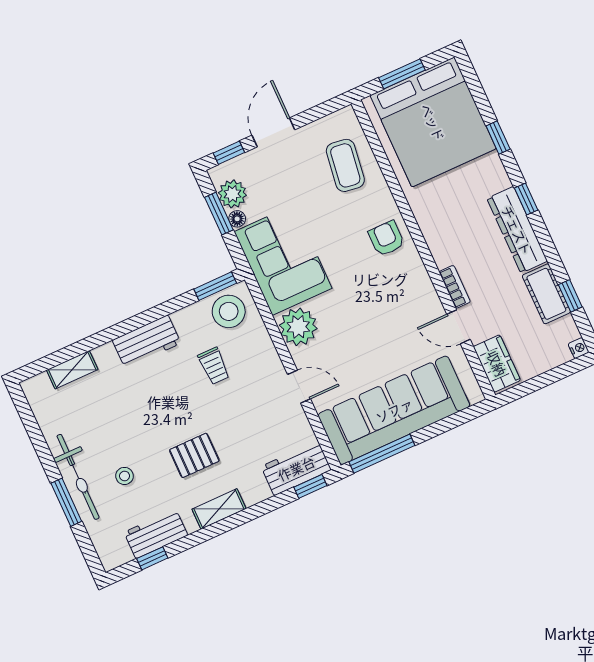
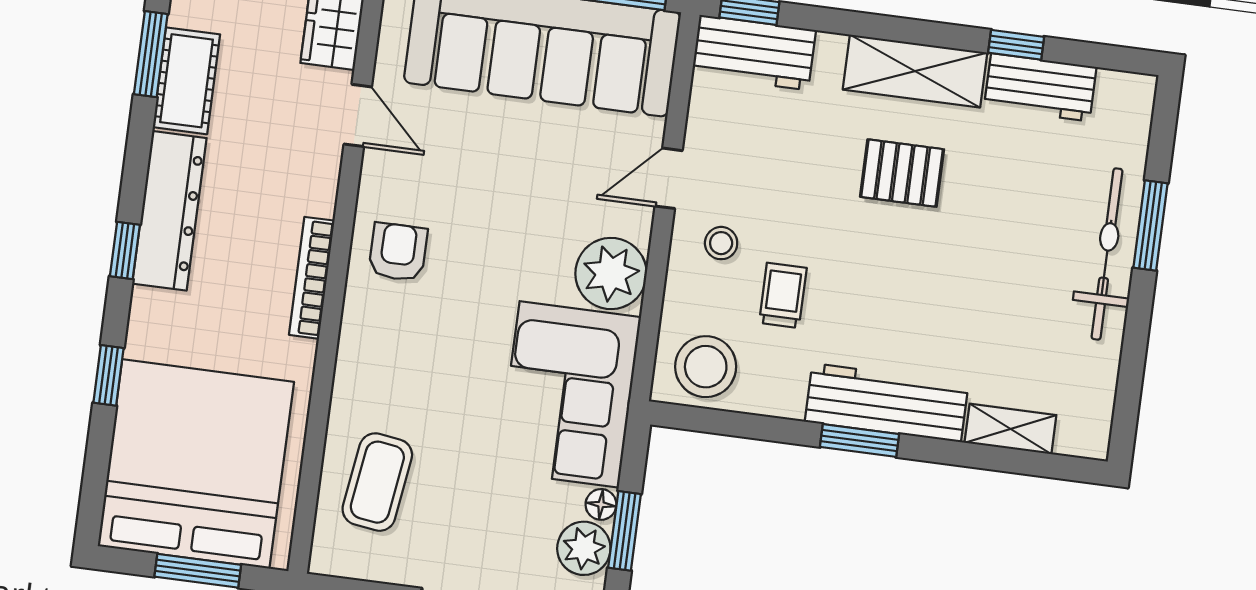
armchair: (386, 239) -> (398, 252), moved, turned 180
window: (215, 286) -> (860, 441), moved
bookcase: (455, 287) -> (312, 278), moved, width x1.56
window: (570, 296) -> (151, 54), width x1.50
workbench: (147, 342) -> (887, 403), width x1.38
door: (299, 387) -> (669, 178), hinge flipped
stool: (125, 476) -> (721, 243), moved
shelving: (219, 509) -> (915, 71), width x1.50, depth x1.33
window: (152, 558) -> (1016, 45), moved

